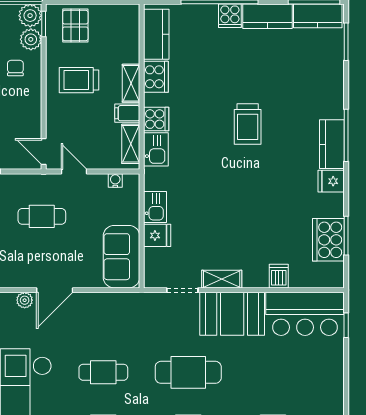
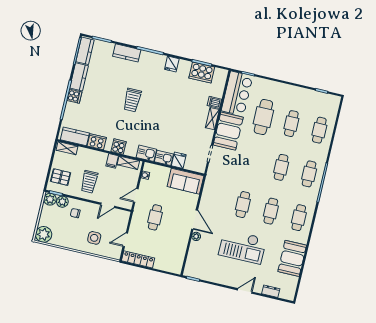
shelving: (131, 83) -> (67, 148), moved
trolley: (248, 124) -> (132, 100), turned 90
kitchen counter: (332, 144) -> (127, 53), moved
kitchen sink: (156, 149) -> (146, 153), moved
door: (44, 151) -> (108, 205), moved
shelving: (222, 279) -> (212, 119), moved
cafe table: (188, 372) -> (263, 117), moved

